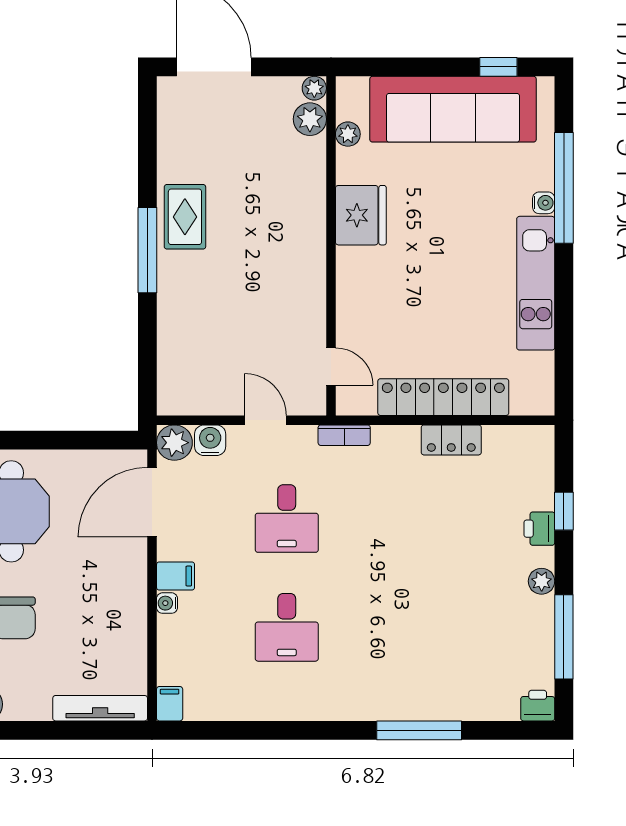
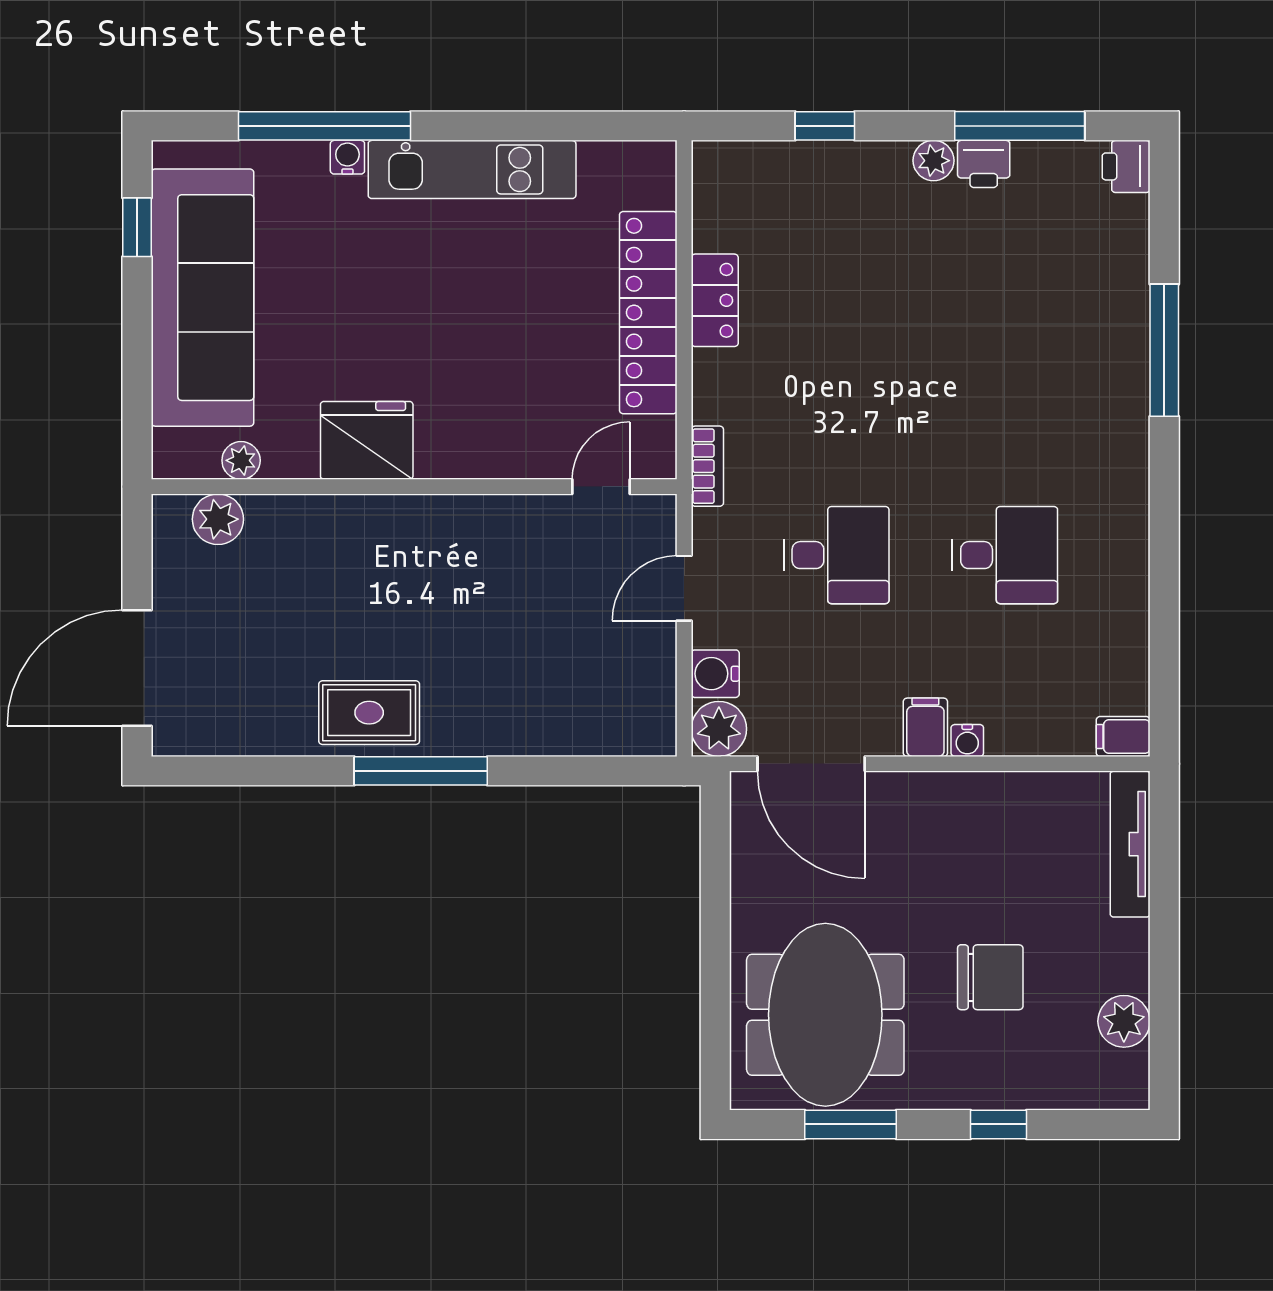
plant: (314, 88) -> (170, 512), removed
printer: (539, 529) -> (984, 164), moved

